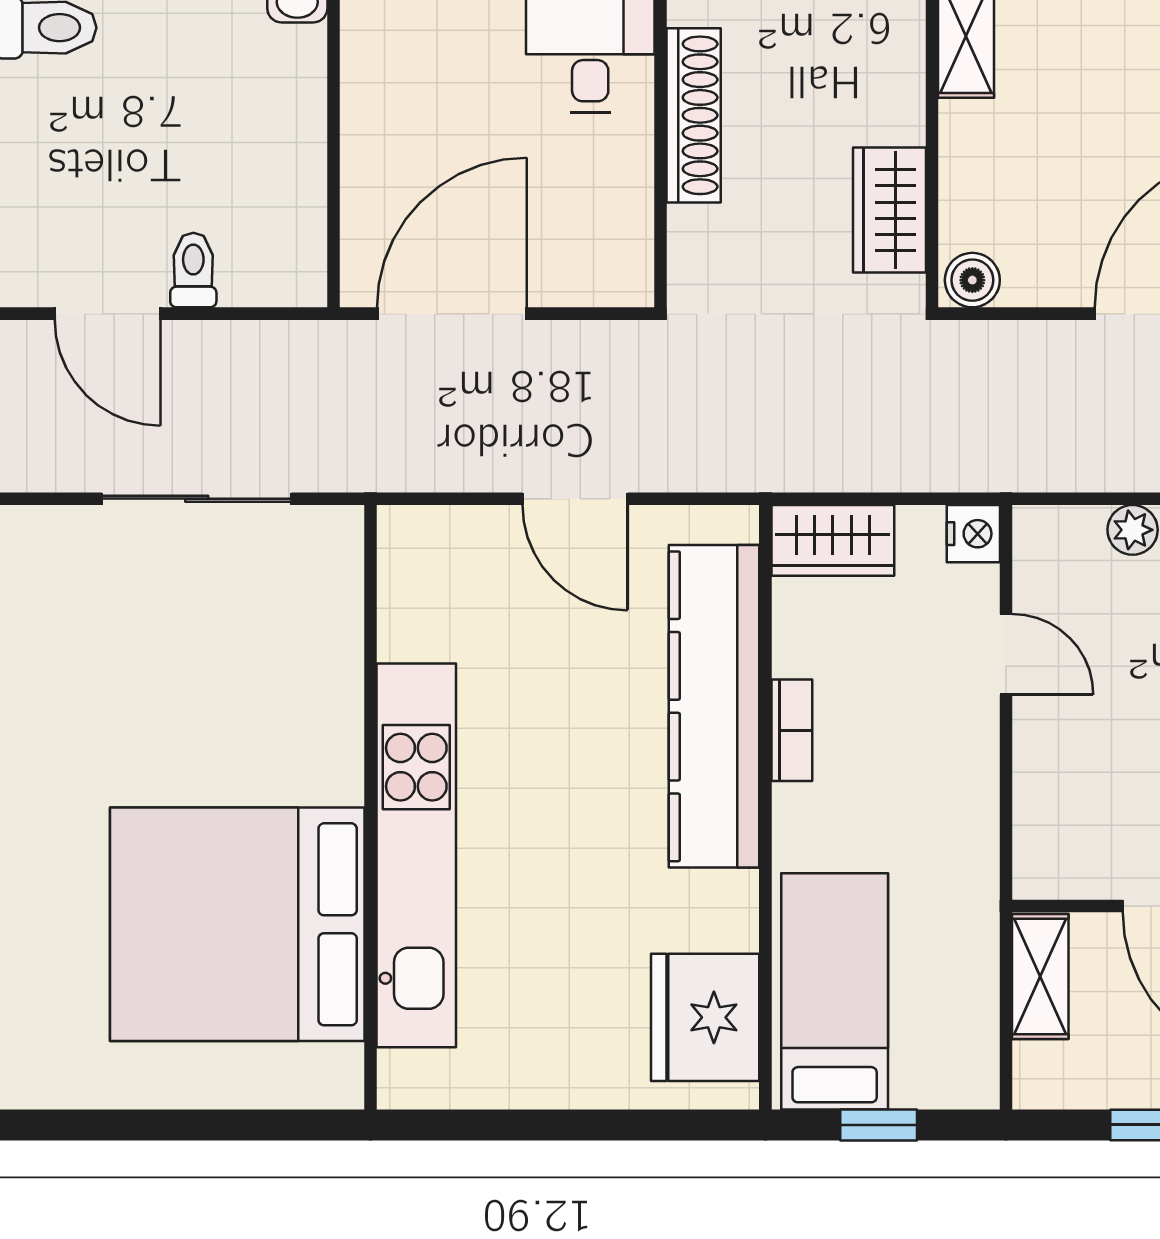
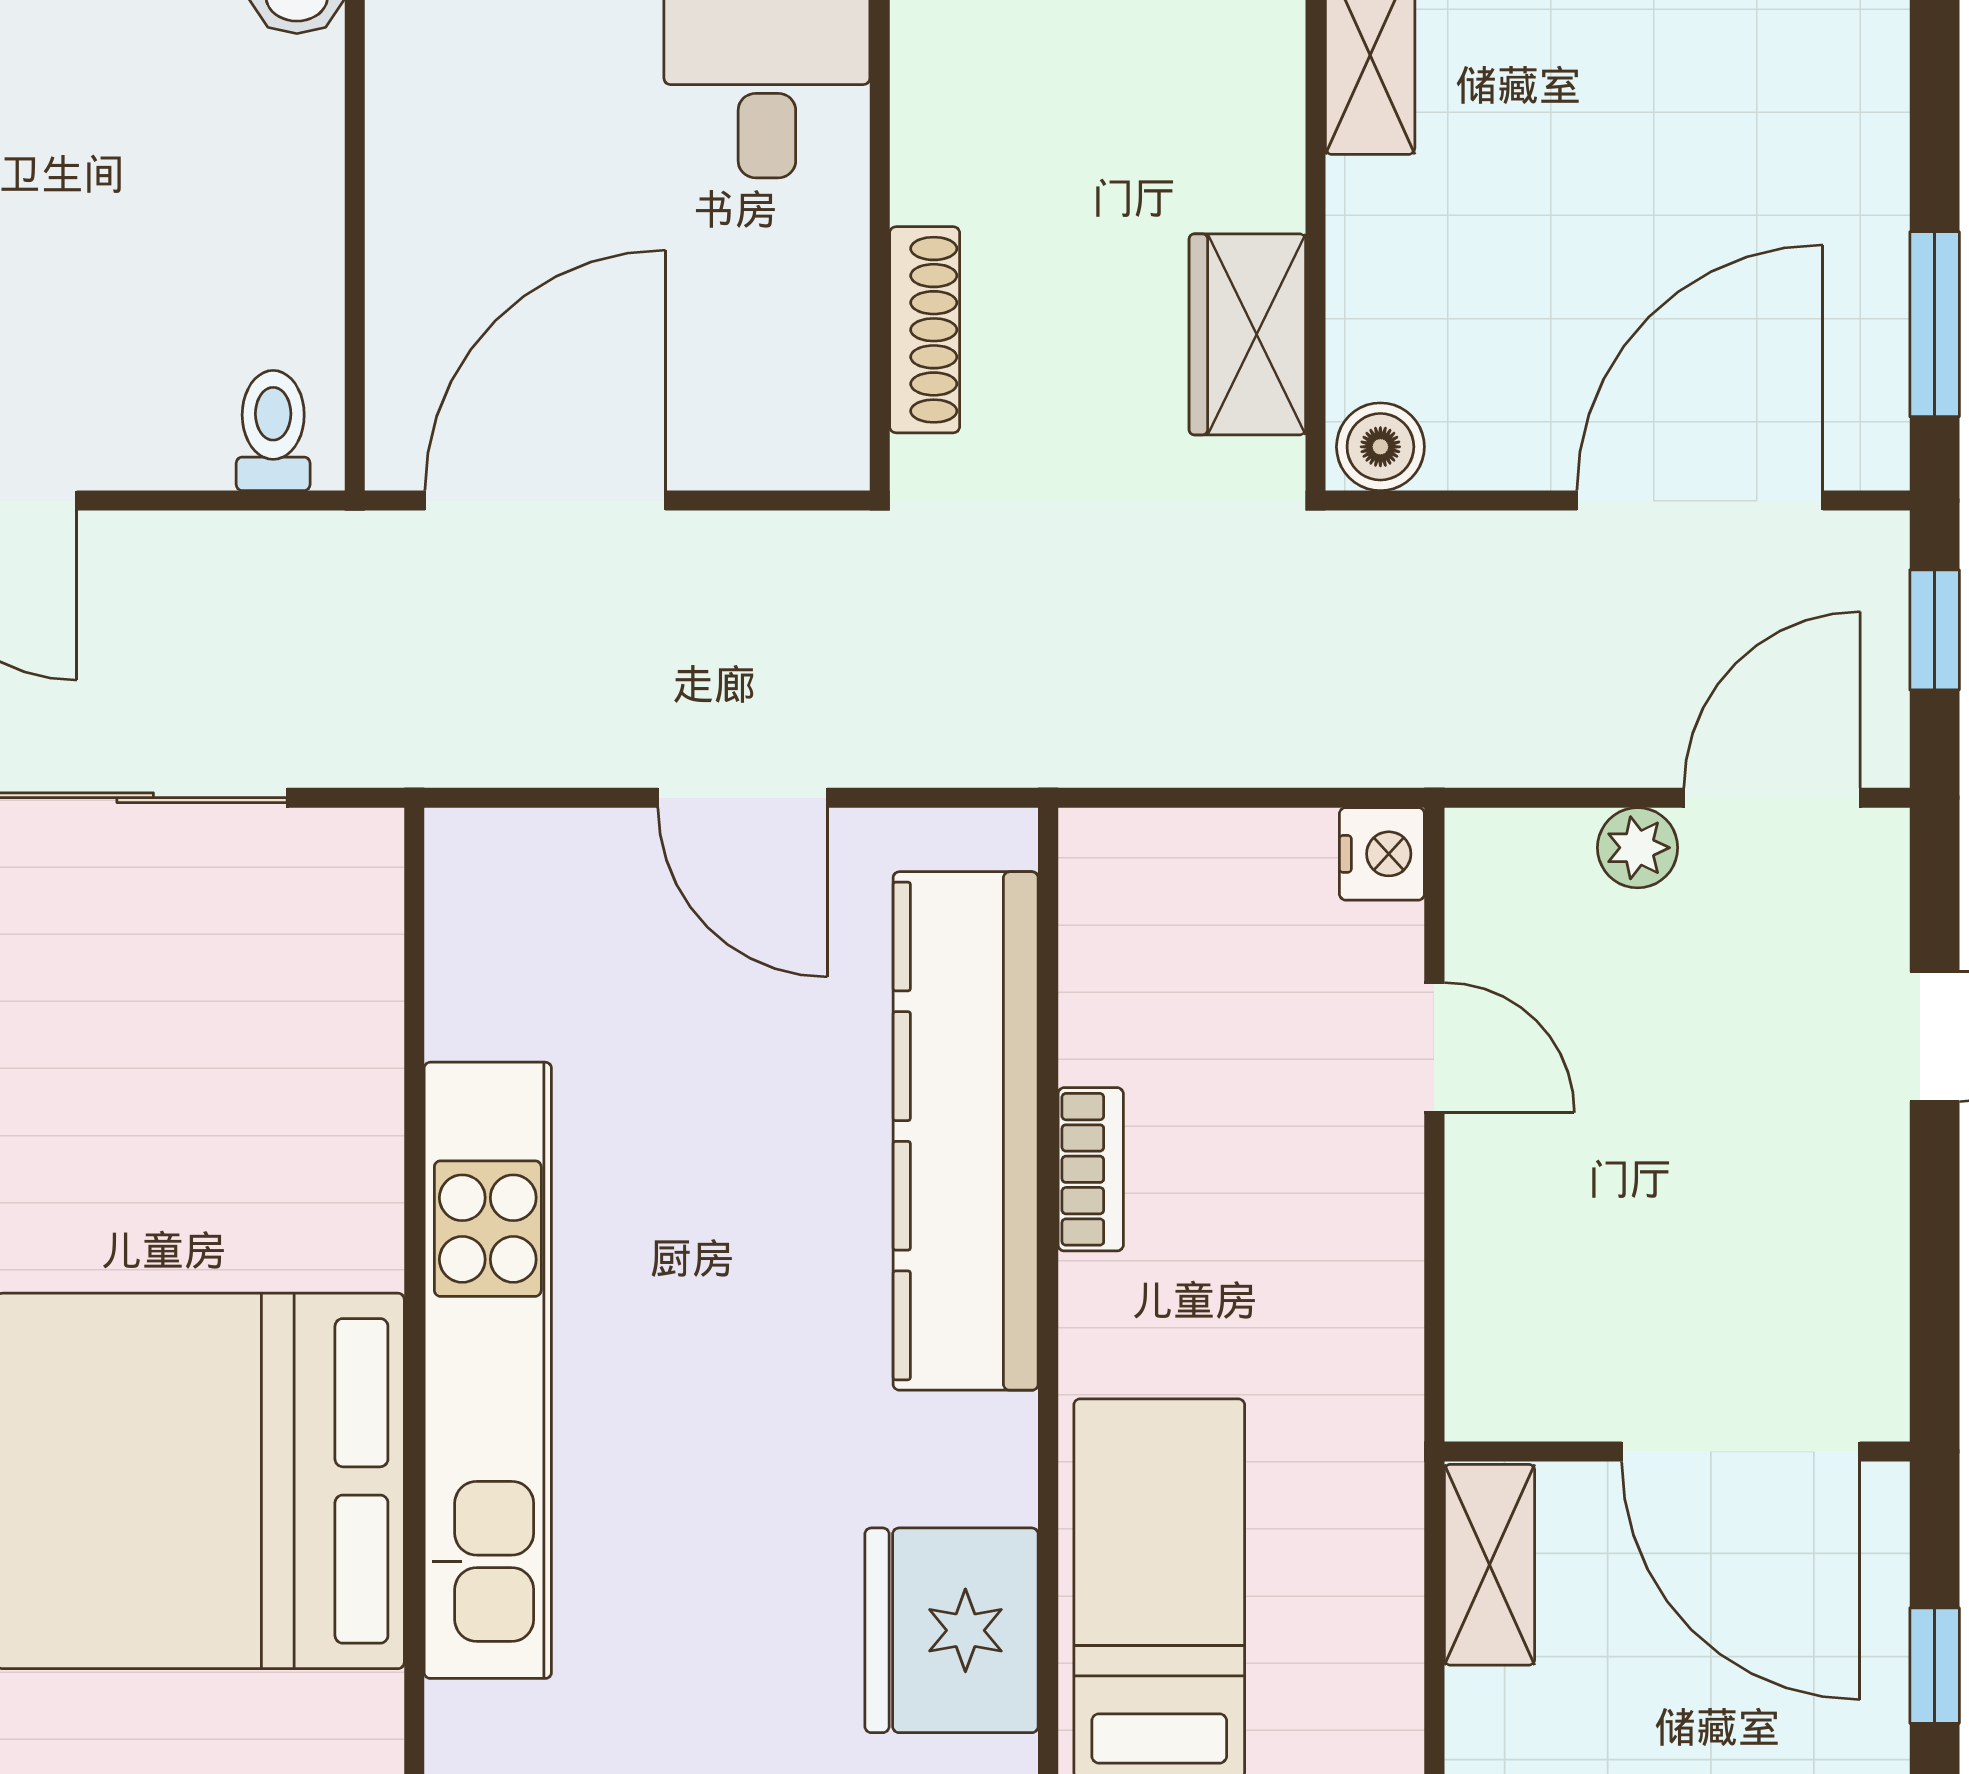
shoe rack: (694, 115) -> (925, 330), moved, width x0.74, depth x0.81
toilet: (193, 270) -> (273, 431), moved
wardrobe: (833, 540) -> (1156, 865), removed

